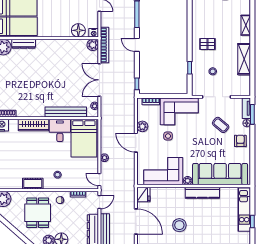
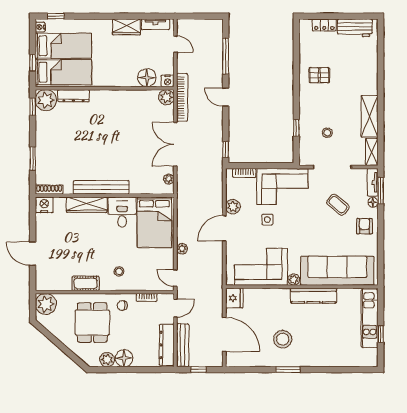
shelving: (246, 25) -> (372, 152), moved
pallet: (207, 44) -> (319, 75), moved
bench: (66, 112) -> (101, 187), moved
door: (136, 143) -> (224, 228), hinge flipped

